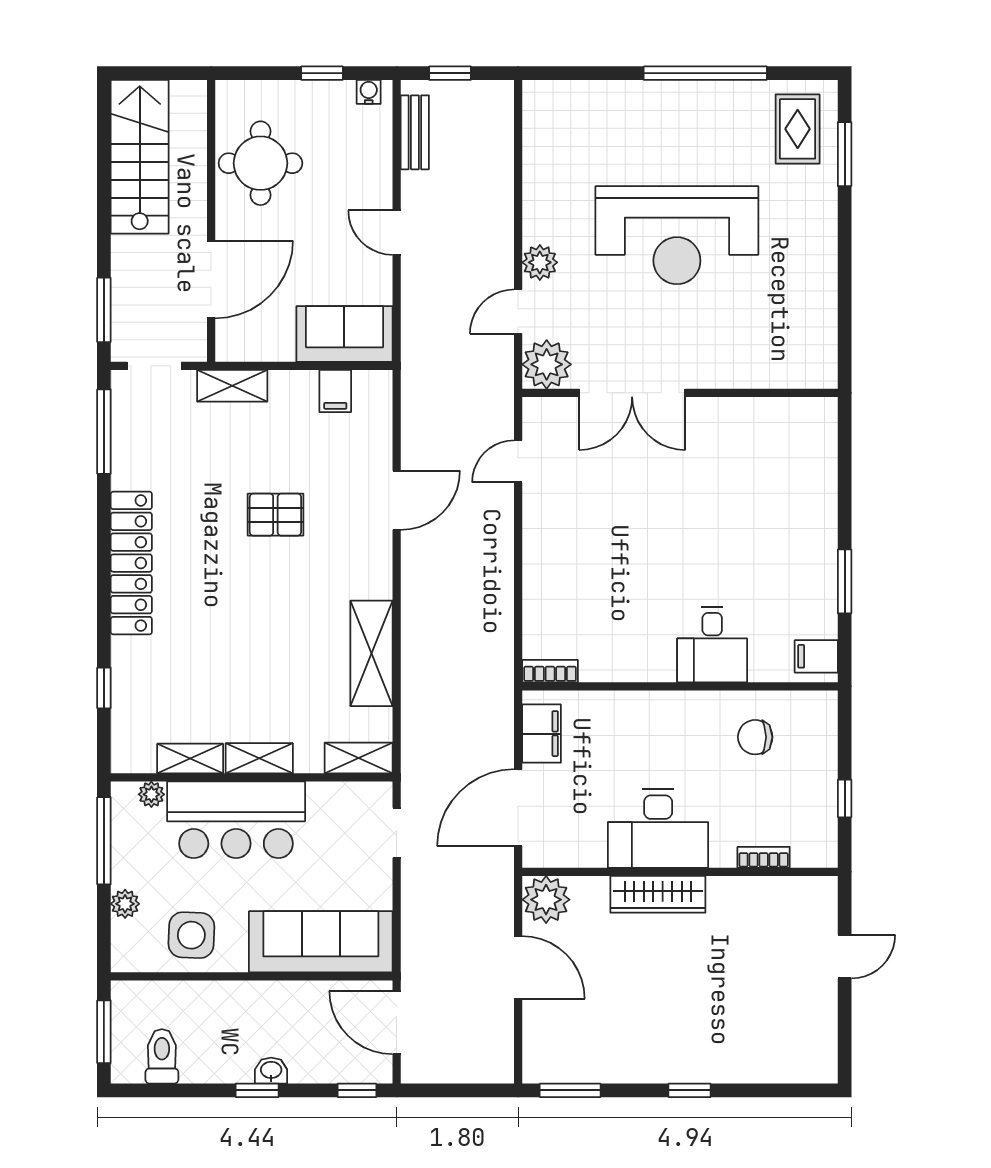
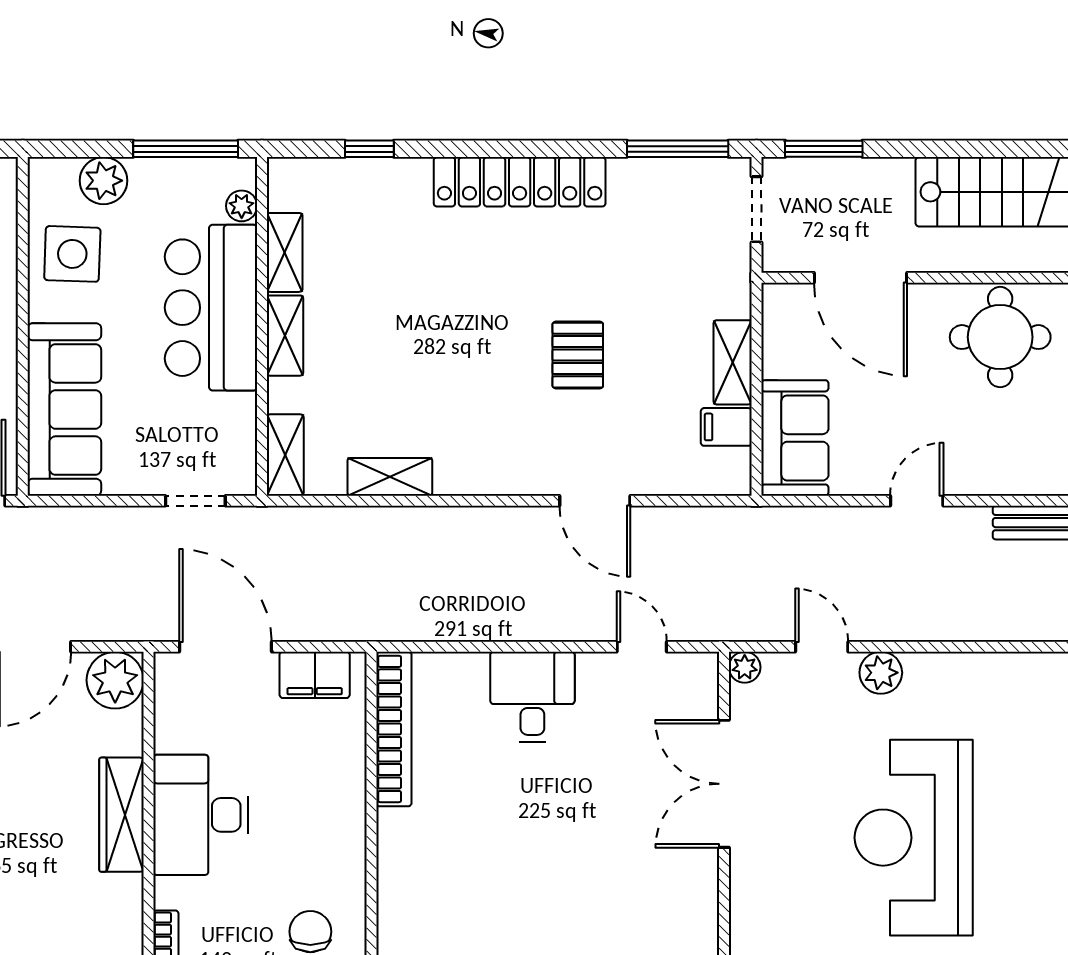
plant: (547, 364) -> (745, 667), width x0.53, depth x0.53
shelving: (232, 386) -> (733, 362), moved
desk: (712, 645) -> (532, 697), moved, turned 90
shelving: (372, 653) -> (390, 477), width x0.67, depth x0.75
bookcase: (550, 671) -> (394, 729), width x2.31, depth x1.31
plant: (125, 904) -> (104, 181), width x1.38, depth x1.38

